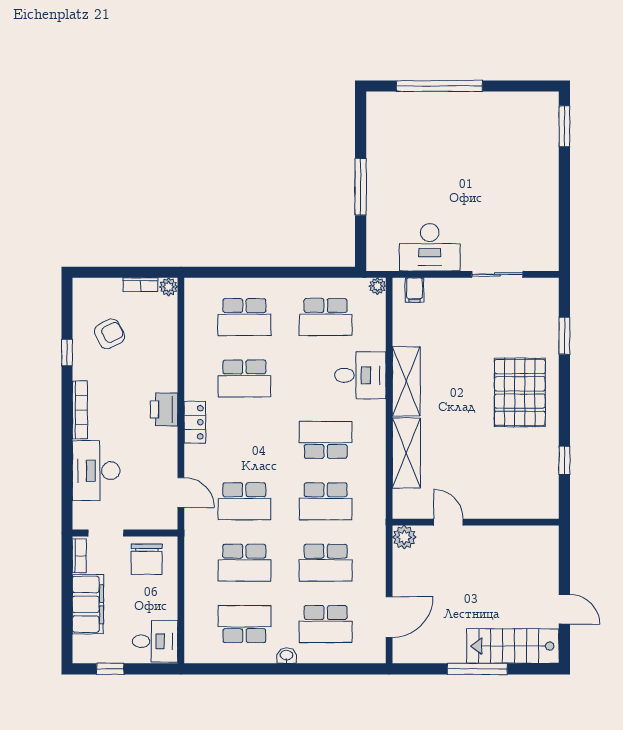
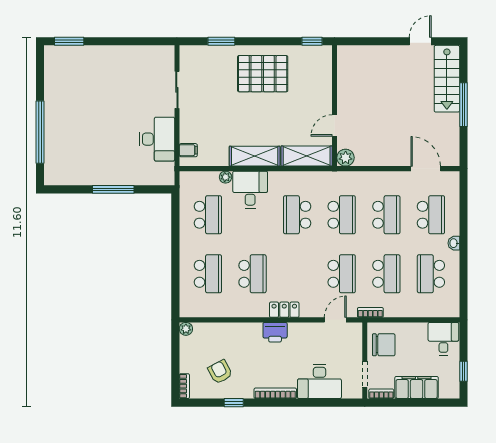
bookcase: (140, 285) -> (184, 386), moved
plant: (377, 286) -> (226, 177), moved
door: (449, 522) -> (335, 125), moved
wall: (476, 522) -> (335, 106), moved
plant: (404, 537) -> (346, 158), moved
bookcase: (191, 541) -> (370, 312), added

